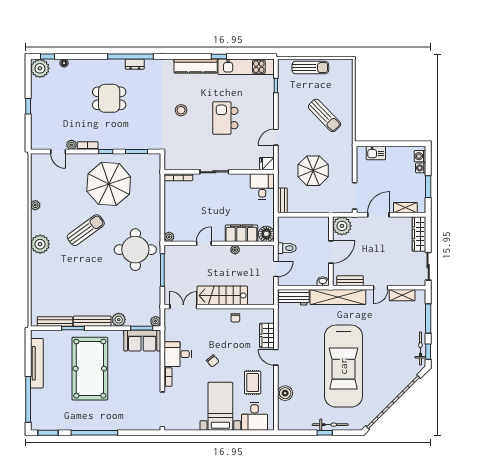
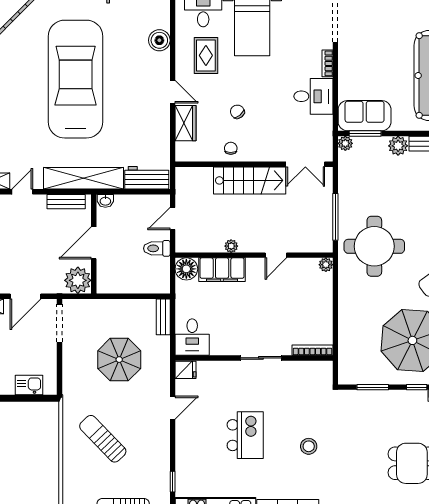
chair: (213, 361) -> (237, 112), moved

